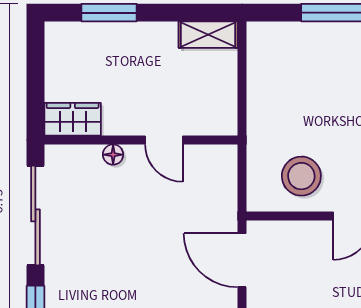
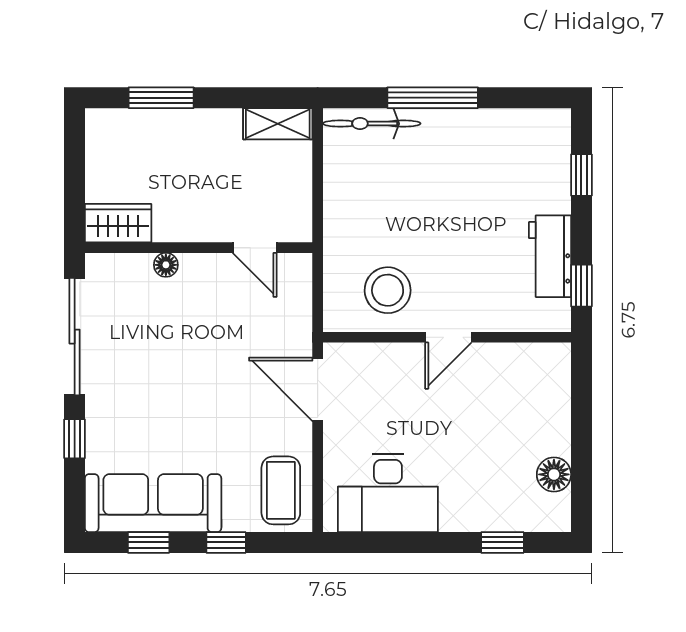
bicycle: (288, 34) -> (372, 124), added
door: (164, 140) -> (255, 248), moved

